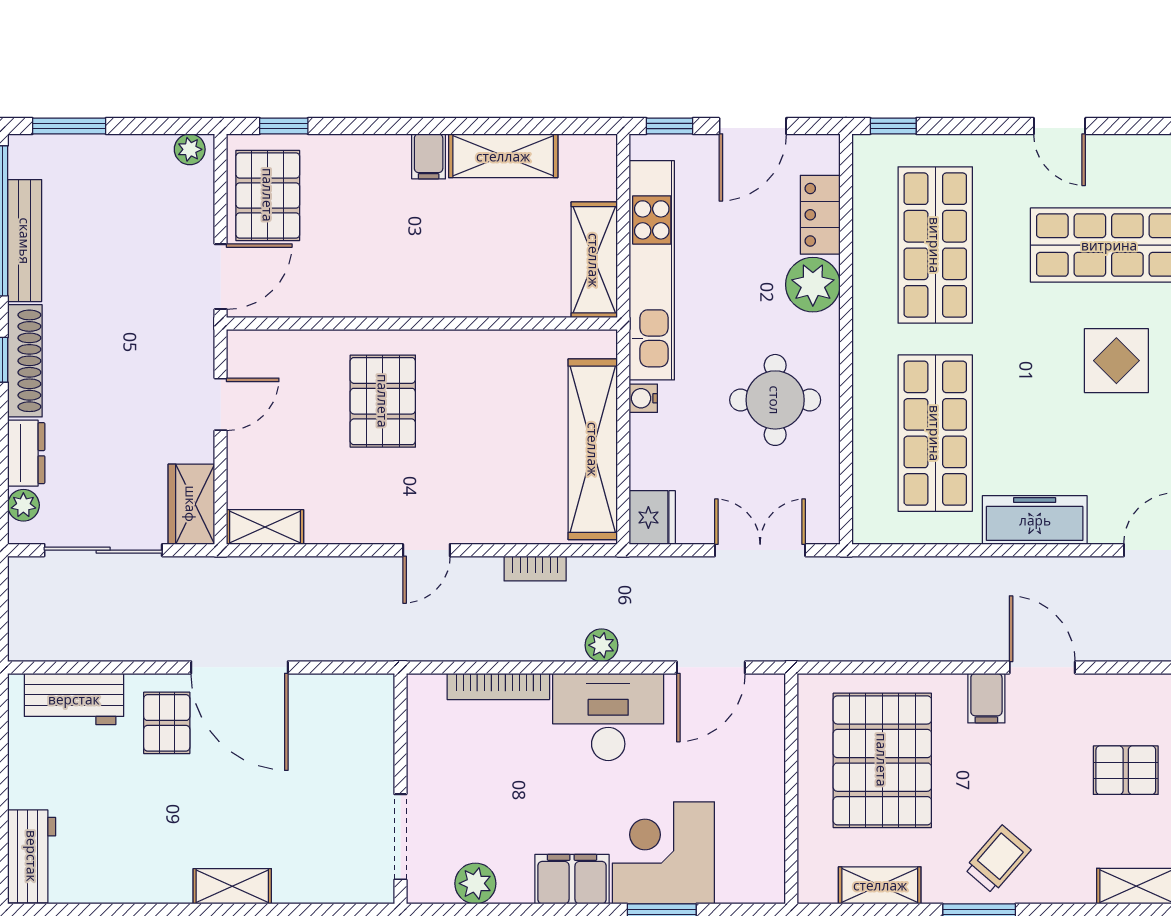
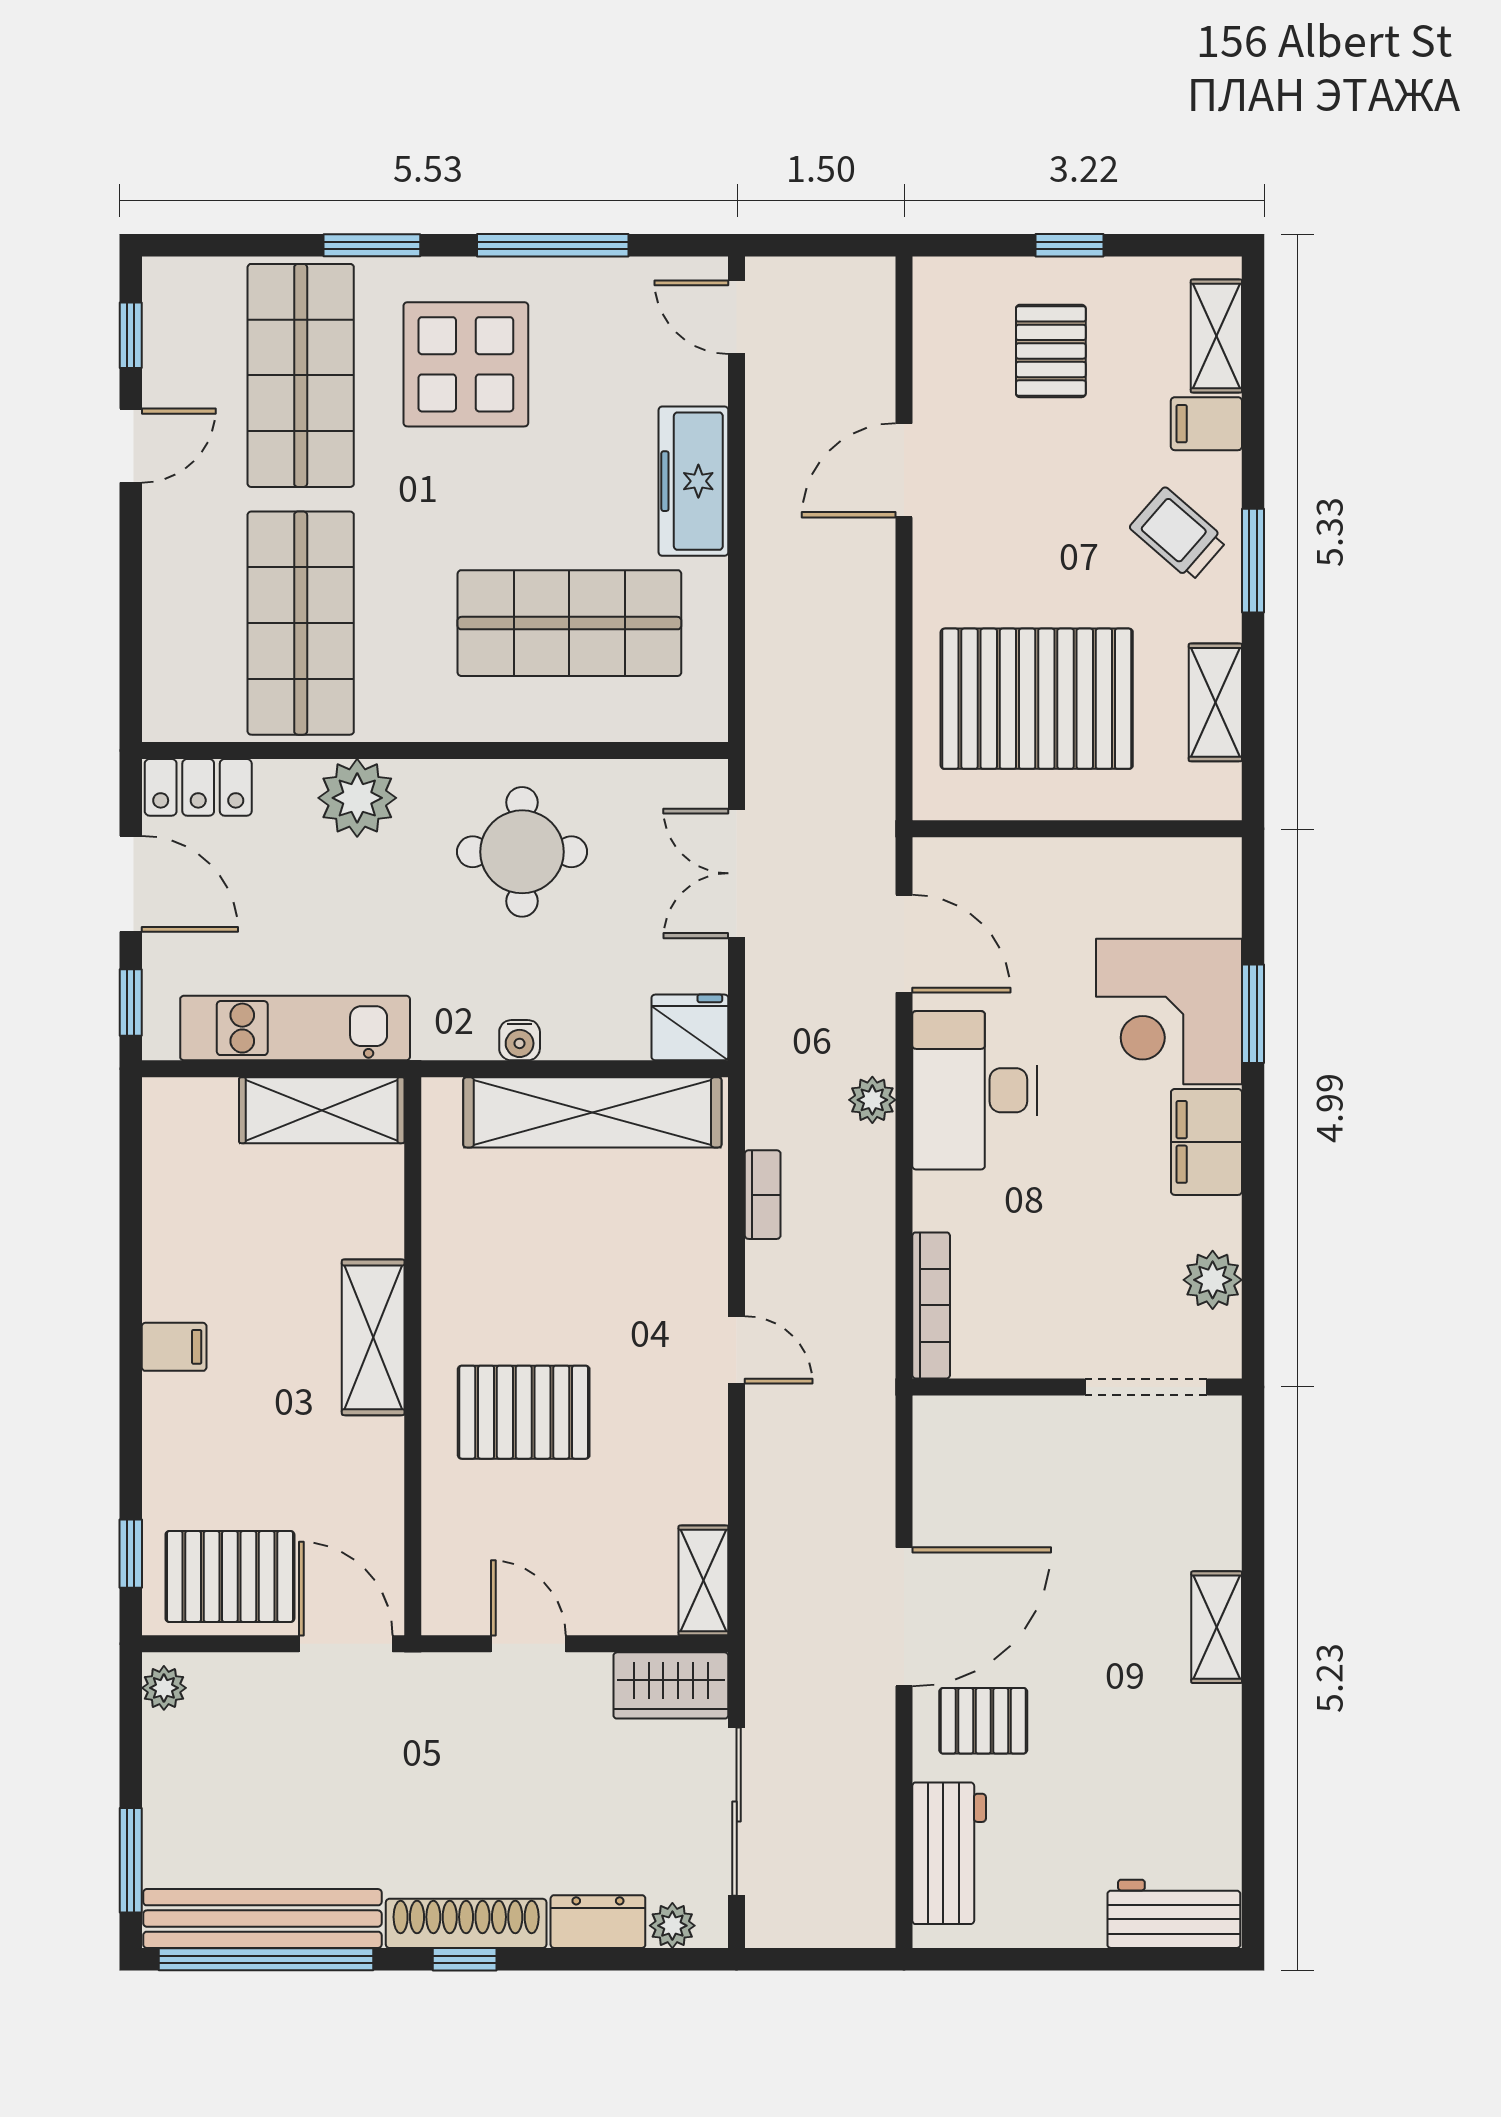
window: (893, 126) -> (131, 335), moved
shelving: (503, 156) -> (373, 1337), moved
locker: (820, 215) -> (198, 787), moved
bench: (25, 241) -> (262, 1919), width x1.37, depth x1.21
shop shelf: (935, 245) -> (301, 623), turned 90
kitchen unit: (652, 270) -> (295, 1028), width x0.73
display table: (1116, 361) -> (466, 364), width x1.36, depth x1.36
bookcase: (498, 686) -> (931, 1305), moved
filing cabinet: (986, 698) -> (1206, 424), moved, turned 180

